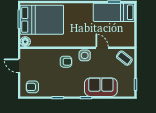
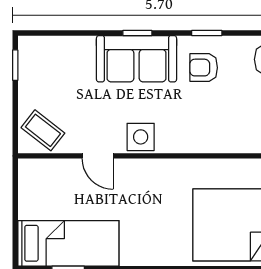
armchair: (66, 62) -> (204, 68), moved
sofa: (101, 87) -> (137, 59), moved

